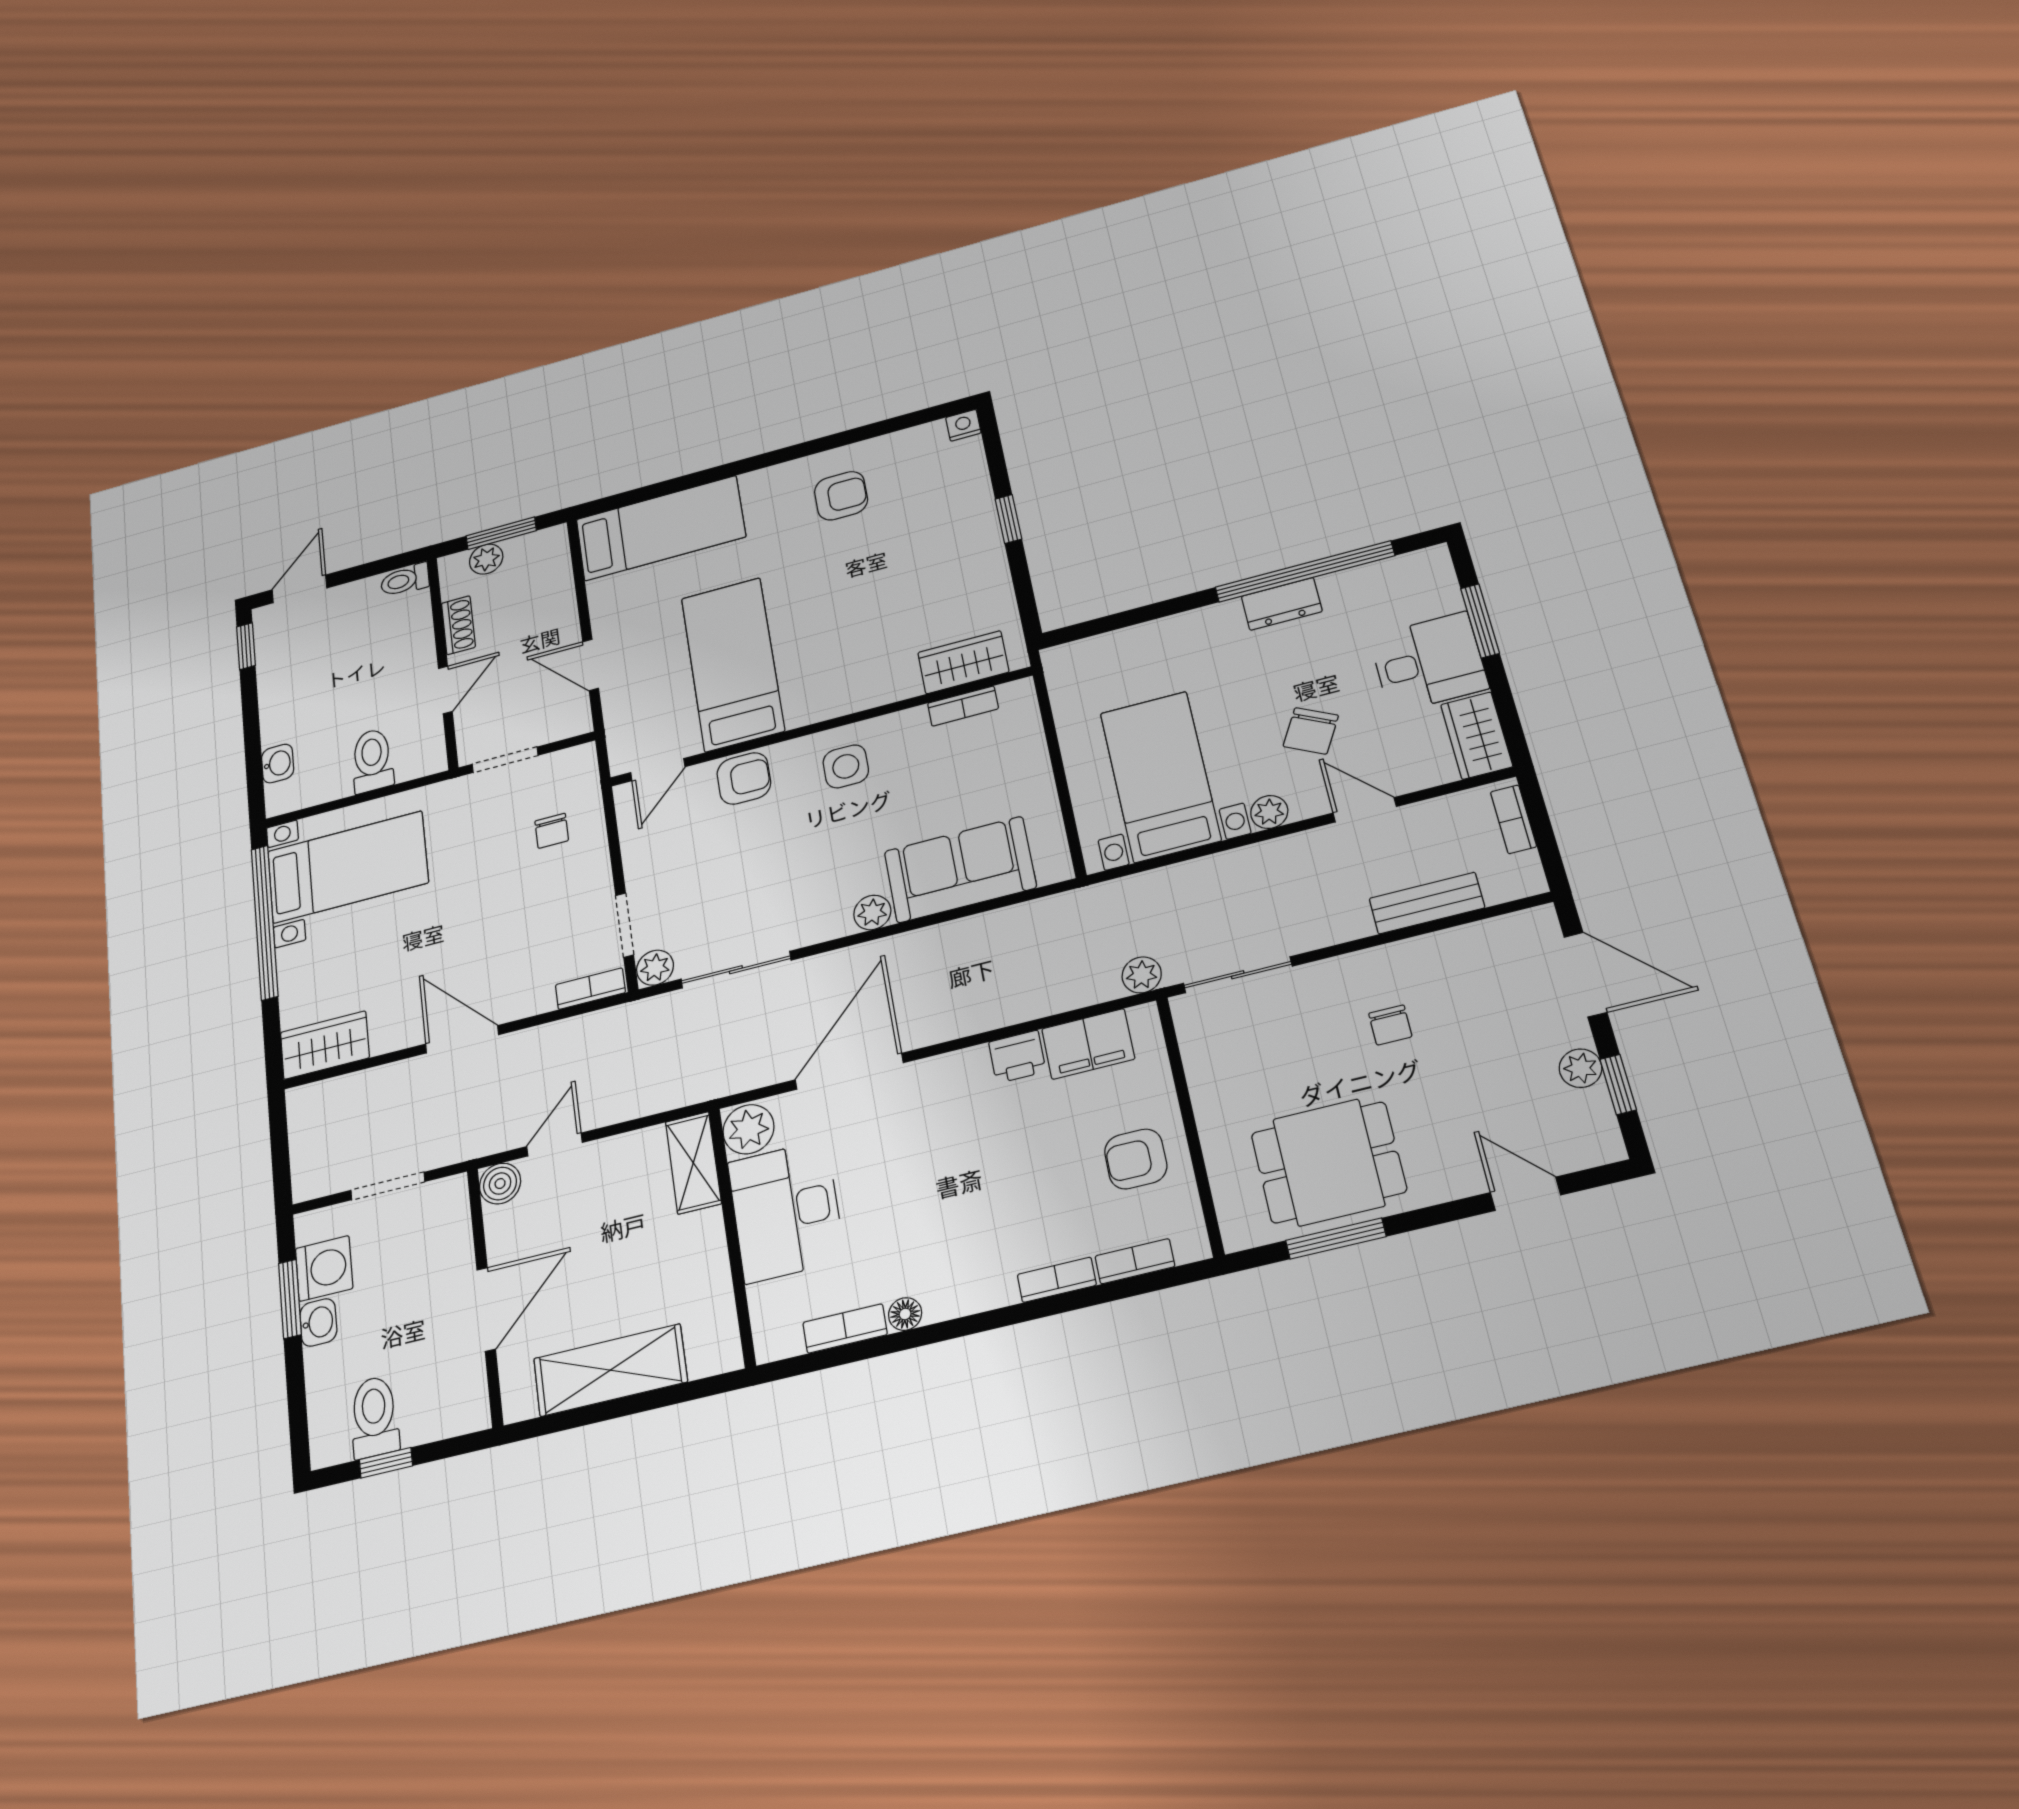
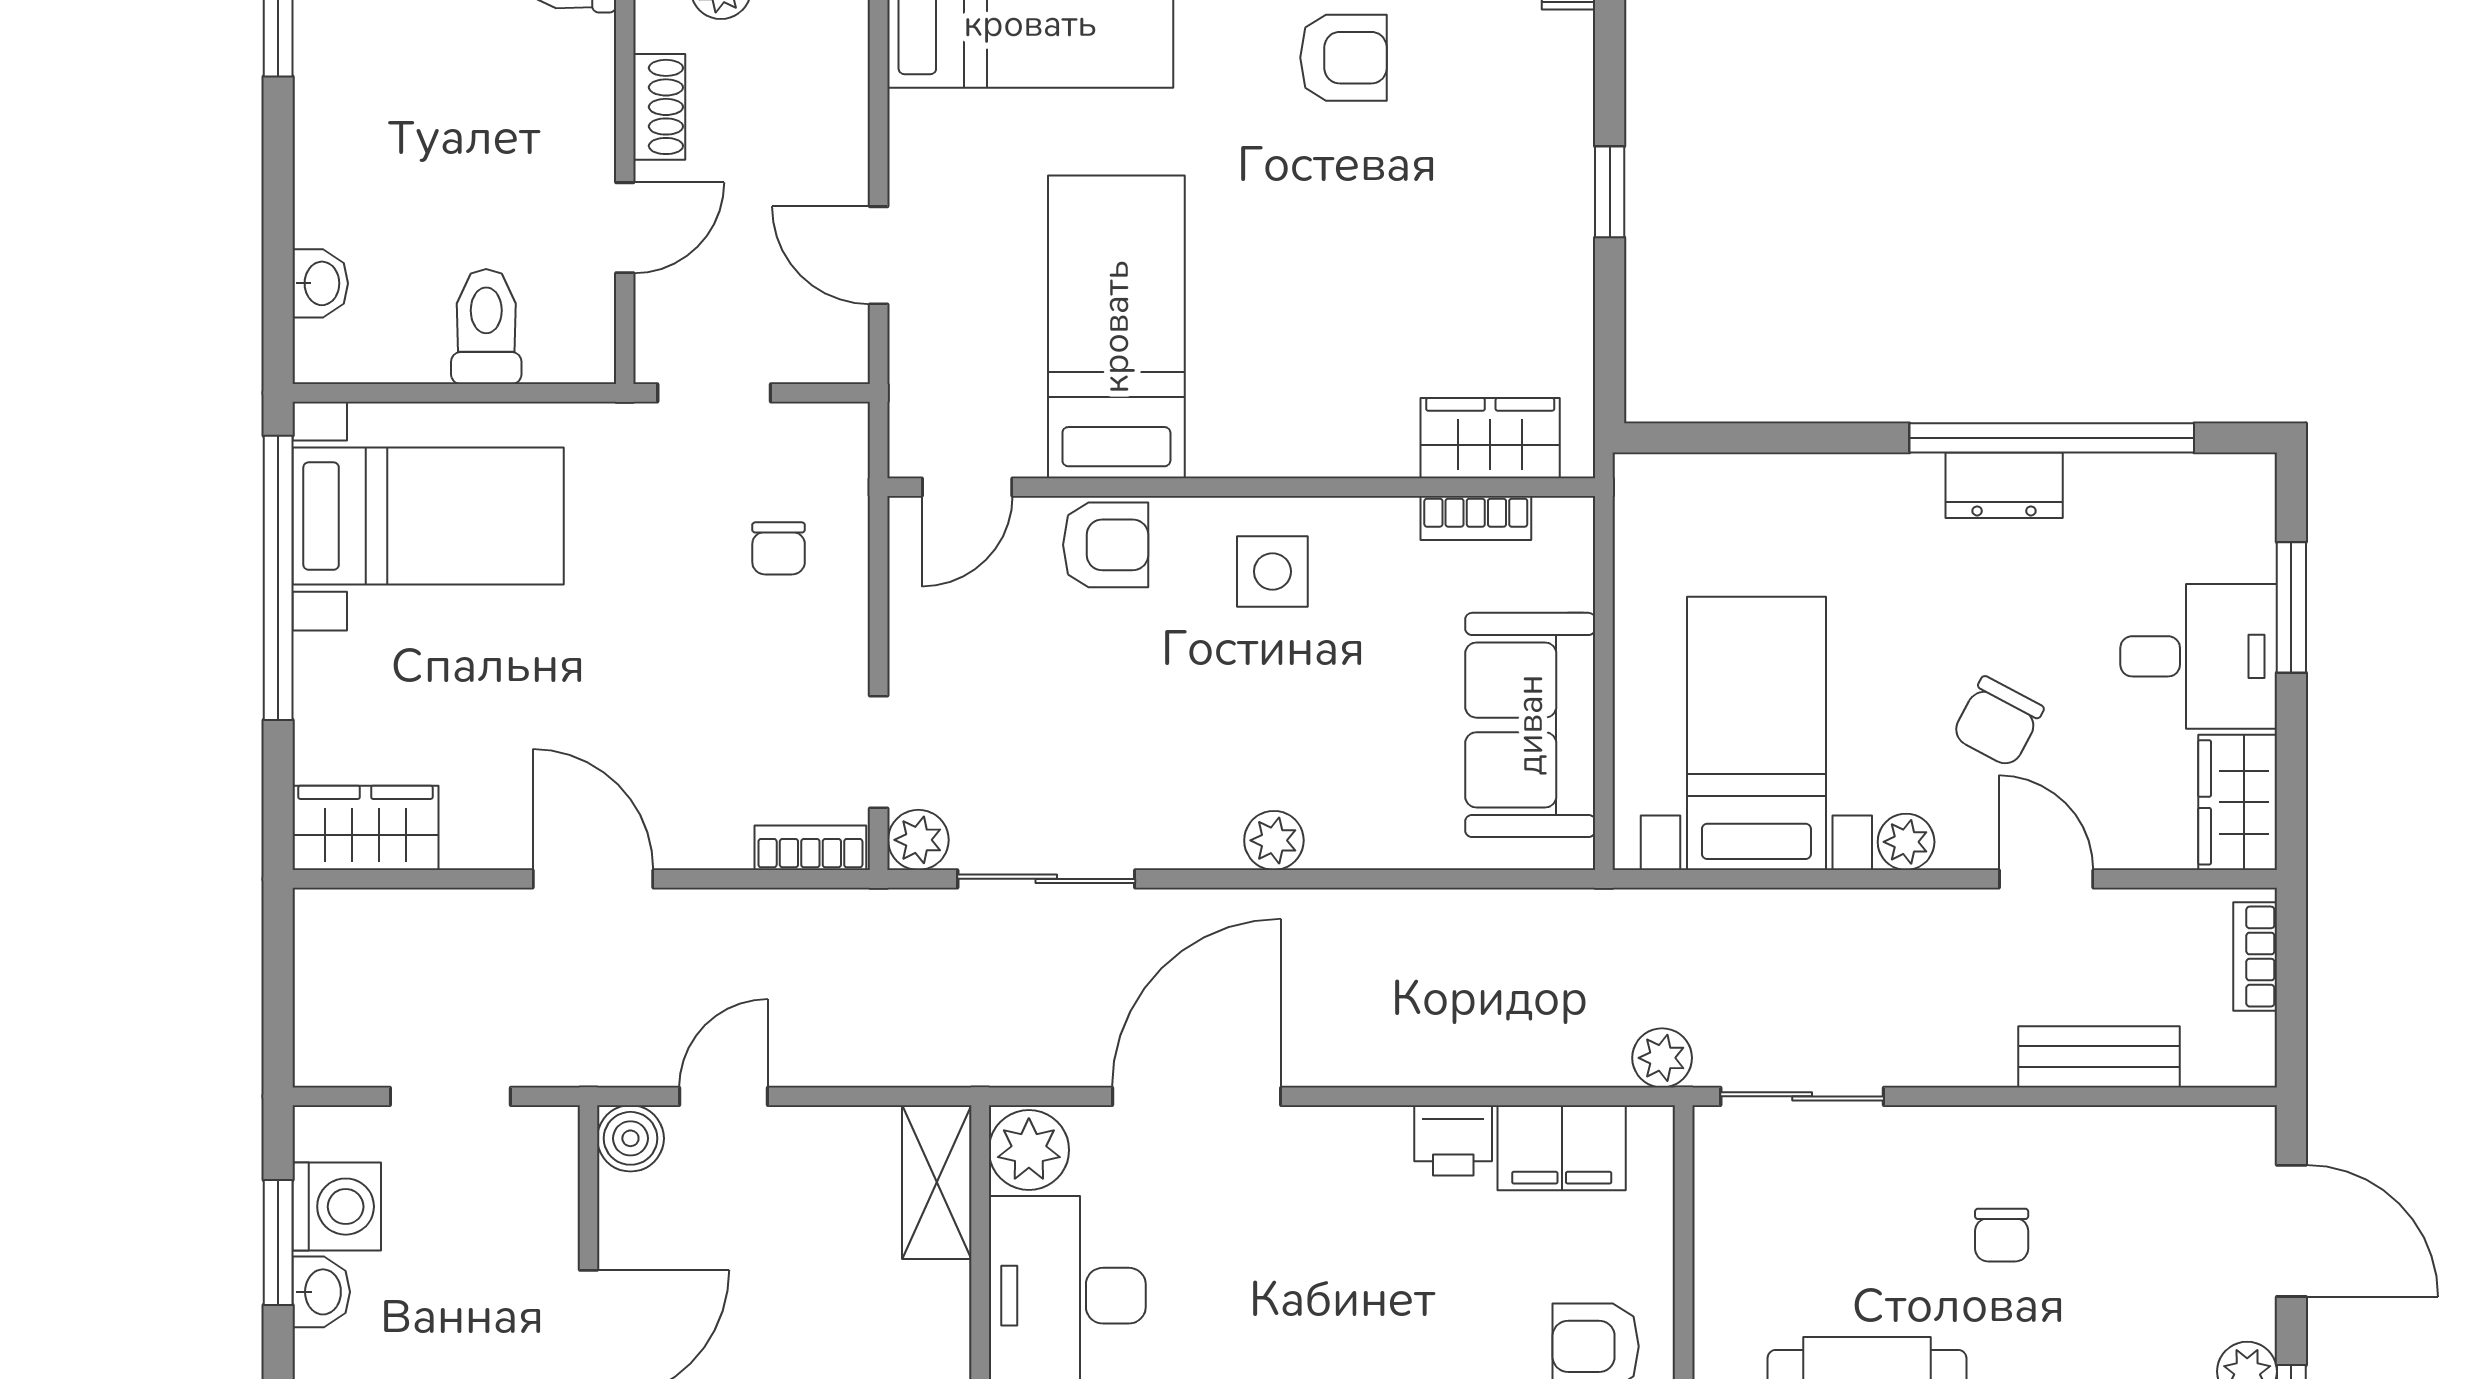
sofa: (960, 870) -> (1530, 725), moved, turned -90

